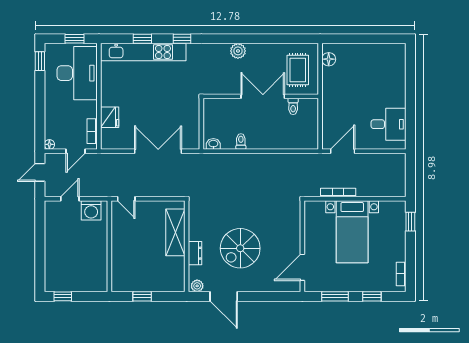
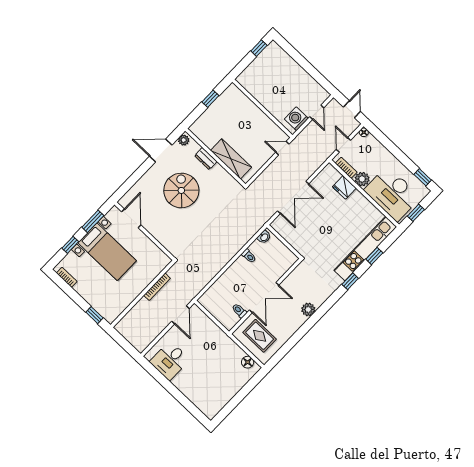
plant: (89, 109) -> (362, 179), added
bed with nightstands: (352, 232) -> (107, 252), moved, turned 180

